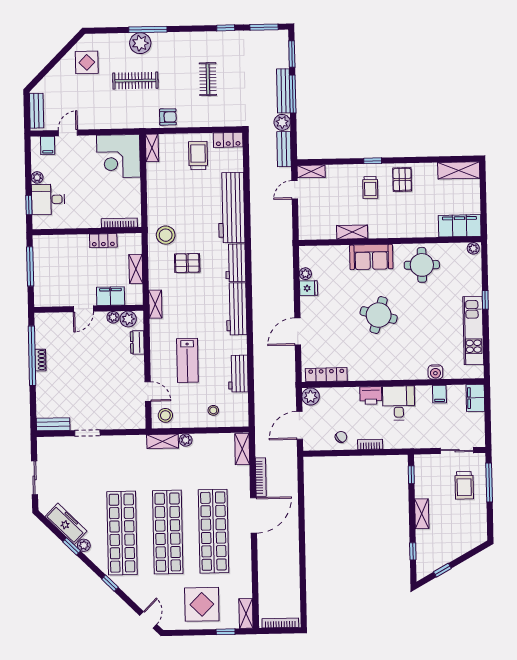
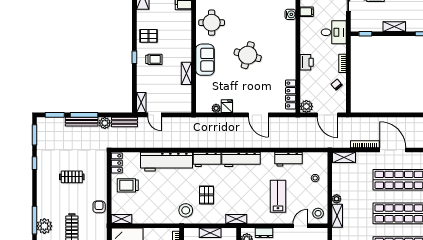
lab bench: (187, 360) -> (278, 196), turned -90
desk: (399, 403) -> (334, 32), moved, turned 180

